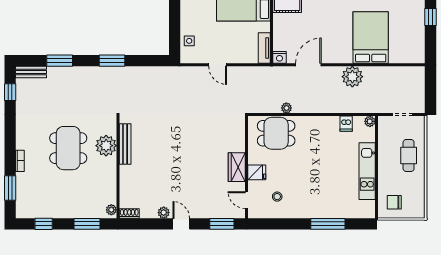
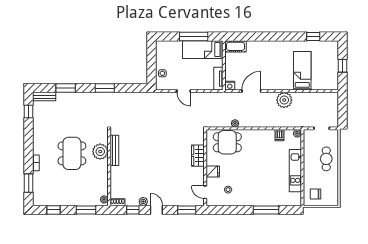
window: (431, 17) -> (343, 66), moved
bed: (371, 38) -> (302, 71), width x0.67
wardrobe: (237, 167) -> (198, 156), moved
window: (150, 224) -> (133, 210), added

